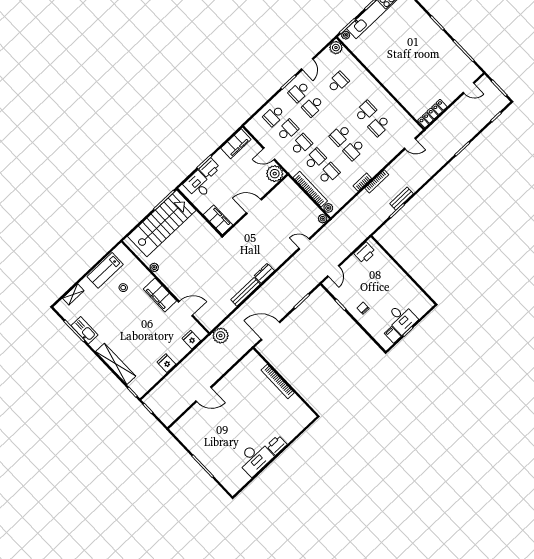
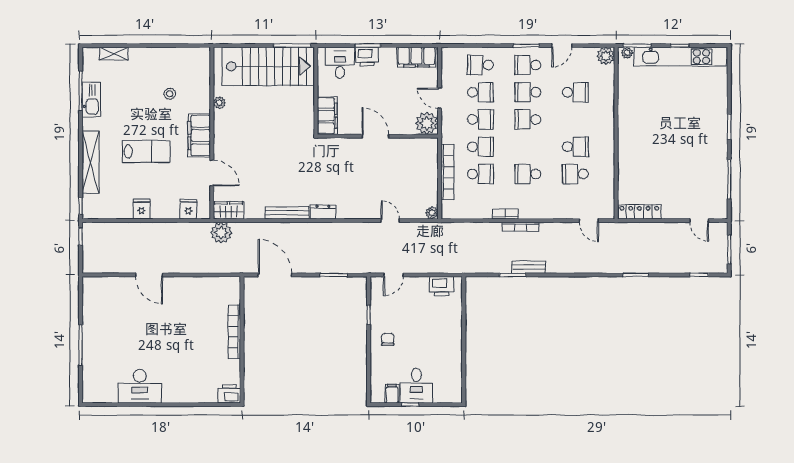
school desk: (340, 135) -> (528, 119), moved
plant: (328, 208) -> (448, 208), removed
lab bench: (105, 270) -> (146, 152), moved, turned 180
wardrobe: (213, 320) -> (229, 210), added
printer: (277, 445) -> (229, 394), moved

